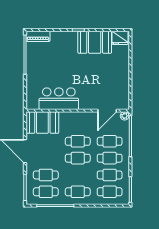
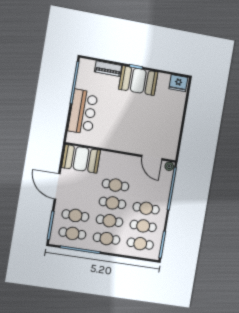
piano: (38, 36) -> (108, 69), moved
booth: (95, 42) -> (138, 81), moved
bar counter: (59, 99) -> (83, 112), moved, turned 90
door: (107, 111) -> (152, 158), hinge flipped
cafe table: (110, 141) -> (110, 221), moved

